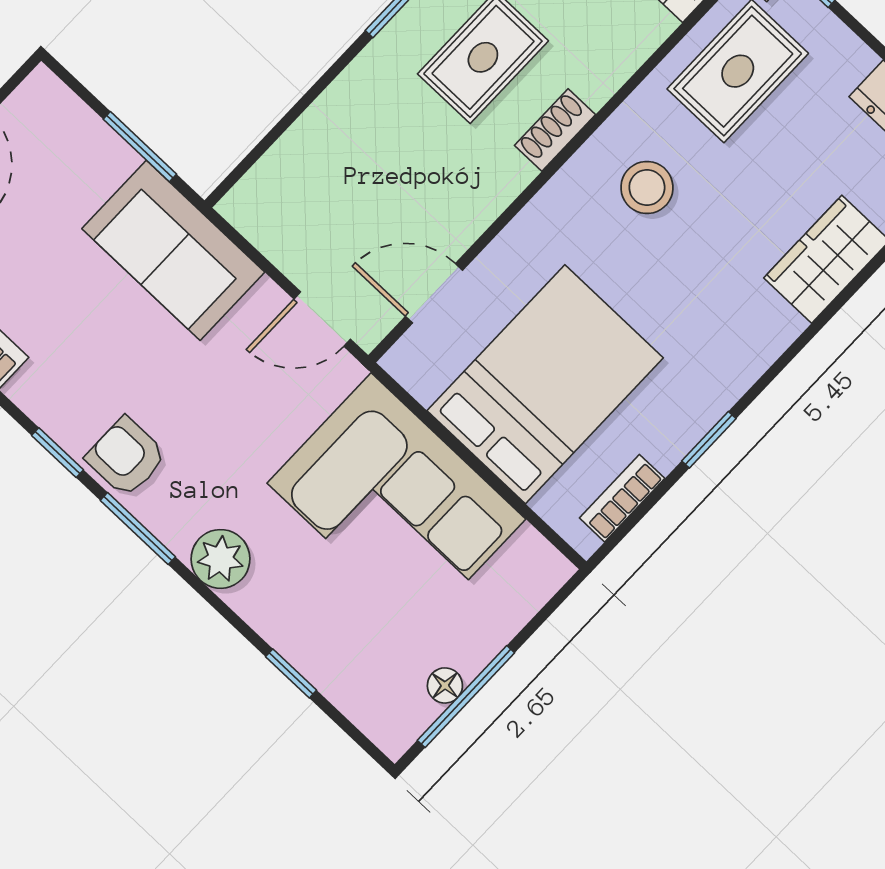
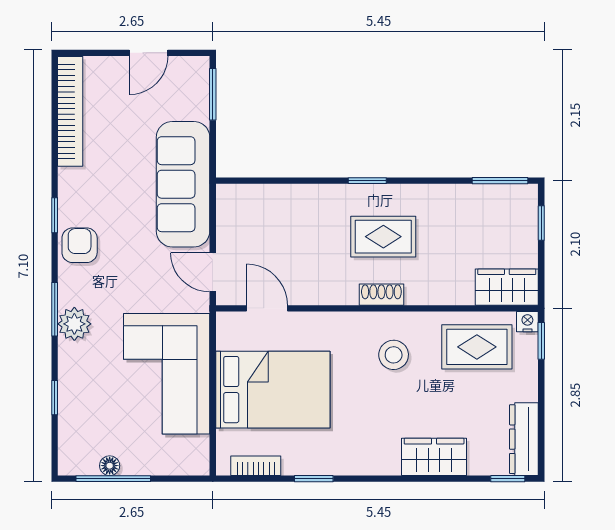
window: (140, 147) -> (213, 94), moved
sofa: (173, 250) -> (183, 184), width x1.36
window: (138, 529) -> (55, 309), moved

